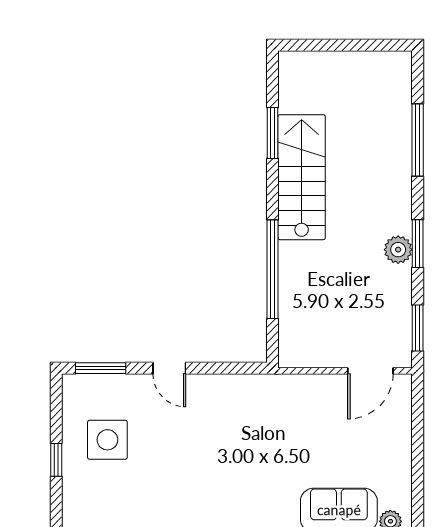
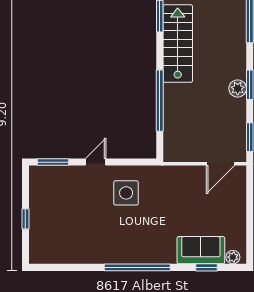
door: (169, 368) -> (96, 162), swing flipped
side table: (107, 440) -> (126, 193), moved

